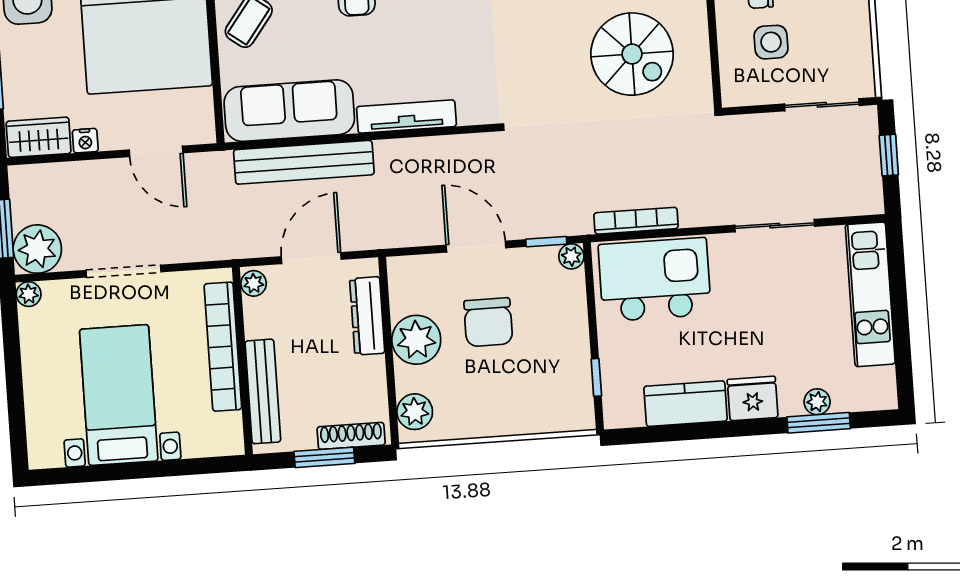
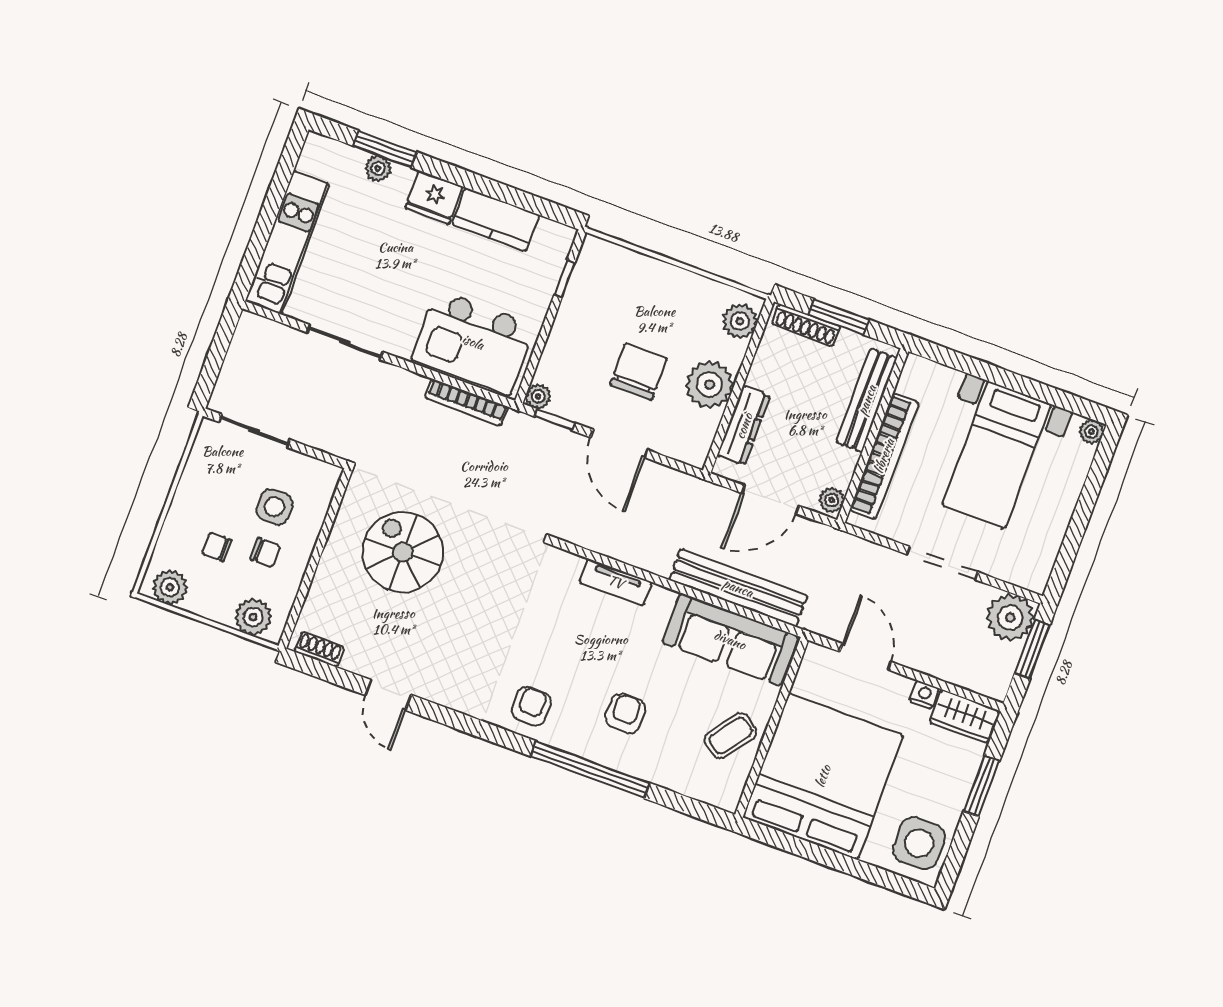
tv unit: (406, 116) -> (616, 582), width x0.71
window: (889, 155) -> (215, 359), removed
plant: (29, 294) -> (1091, 432), moved

